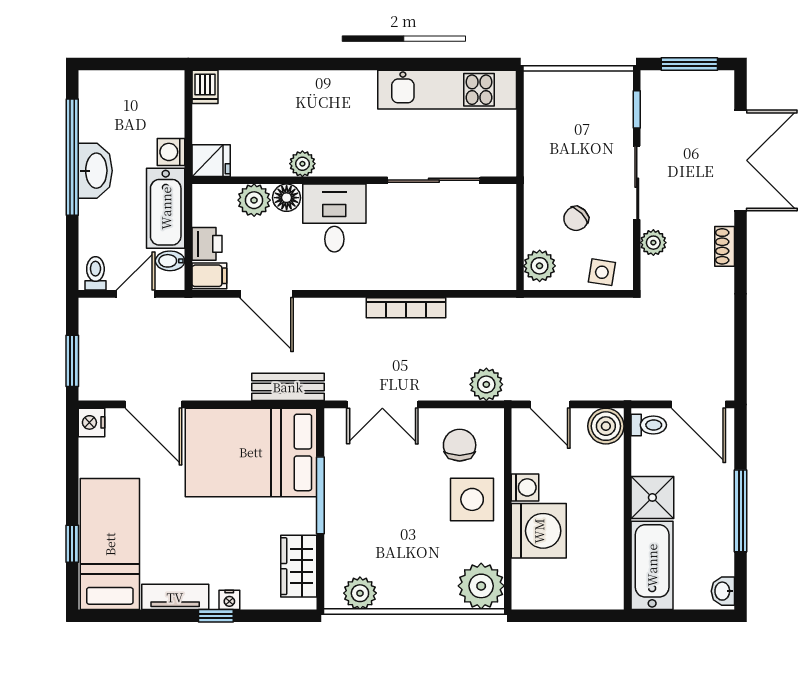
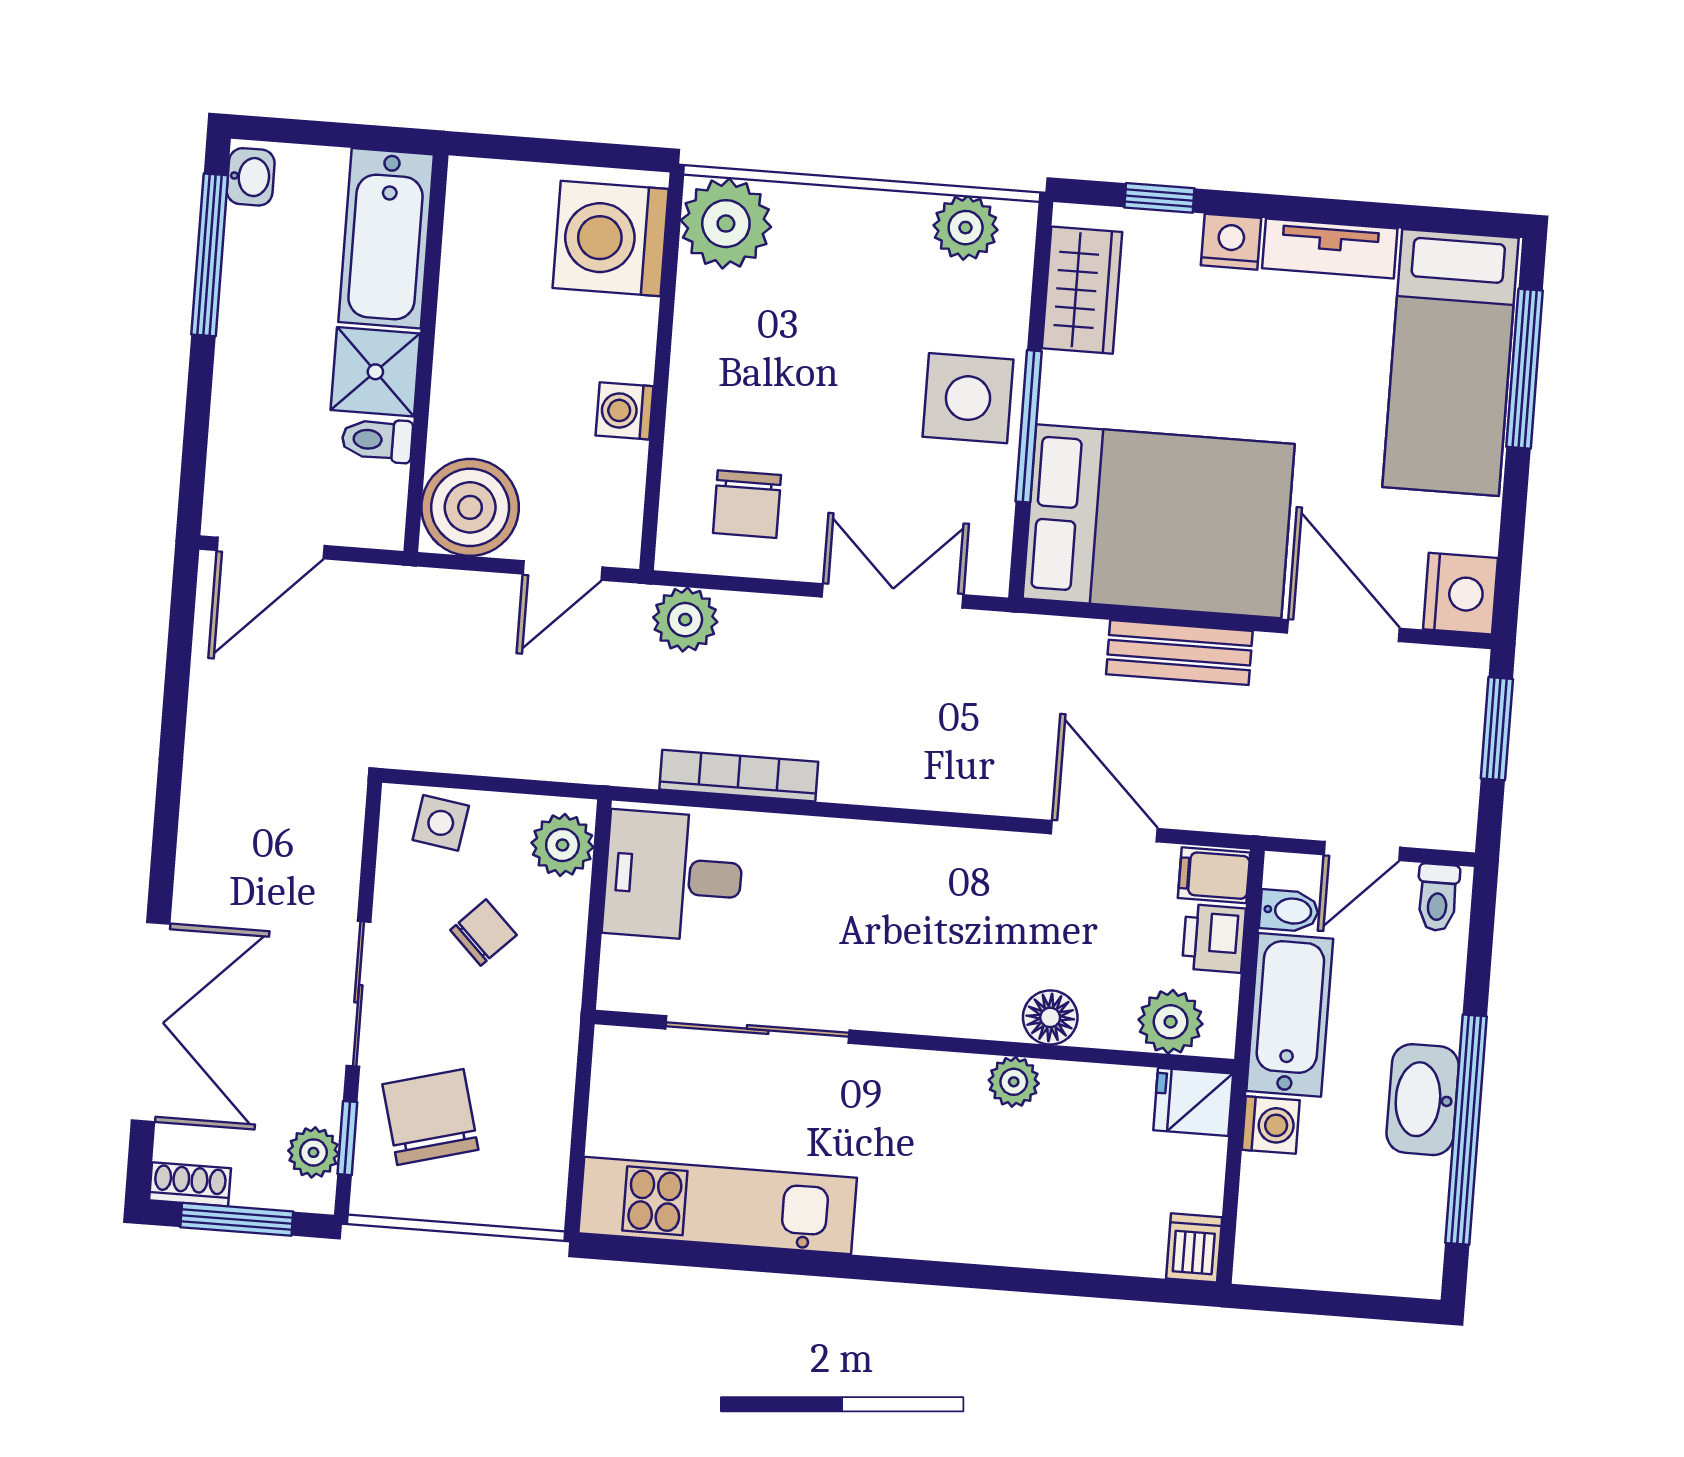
chair: (596, 123) -> (430, 1117), added
double door: (741, 160) -> (151, 1022), swing flipped
plant: (254, 200) -> (1171, 1022), moved
desk: (334, 218) -> (673, 876), moved, turned 90
plant: (653, 243) -> (313, 1152), moved
shoe rack: (725, 246) -> (190, 1184), moved, turned -90
bookcase: (406, 308) -> (739, 776), moved
bench: (288, 387) -> (1179, 653), moved
door: (550, 404) -> (563, 570), swing flipped
door: (698, 404) -> (271, 548), swing flipped
nightstand: (92, 422) -> (1460, 594), width x1.36, depth x1.33
toilet: (649, 425) -> (377, 440), moved
boiler: (606, 426) -> (470, 507), width x1.37, depth x1.37
side table: (472, 499) -> (968, 398), moved
window: (741, 511) -> (210, 255), moved
washing machine: (539, 531) -> (611, 238), moved
window: (72, 544) -> (1525, 369), width x2.17
nightstand: (229, 600) -> (1231, 242), width x1.39, depth x1.35
window: (216, 616) -> (1159, 198), moved

